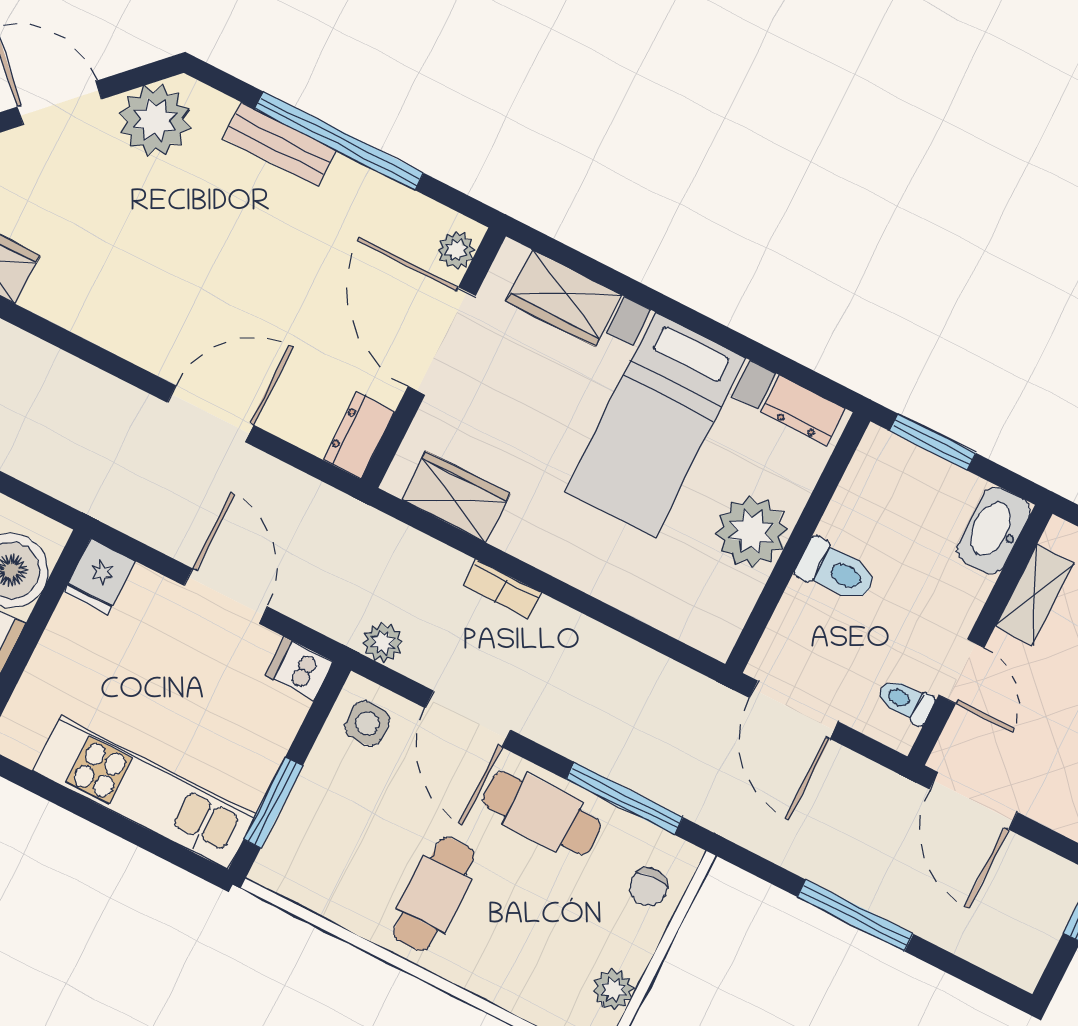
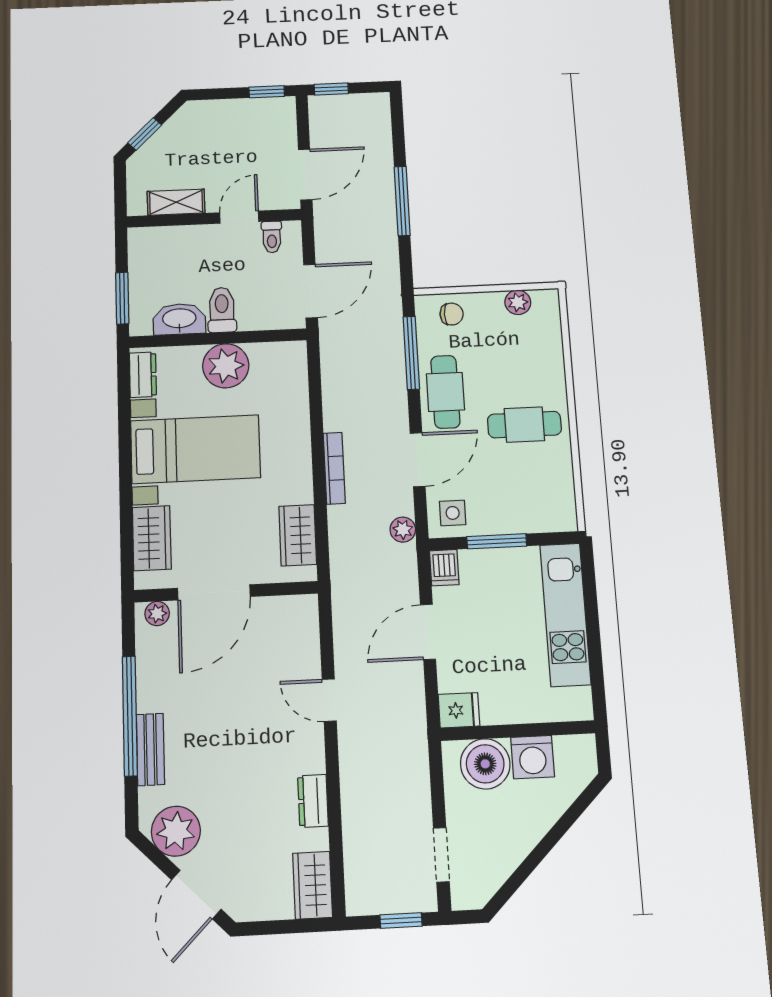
door: (210, 414) -> (329, 700), width x0.73
dresser: (359, 436) -> (313, 801), moved, turned 90
washbasin: (994, 530) -> (179, 319), moved, turned 180
bookcase: (502, 589) -> (334, 468), width x1.56
window: (273, 803) -> (497, 541), moved

